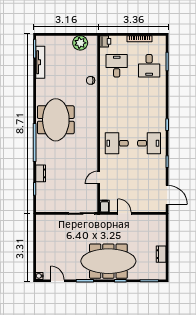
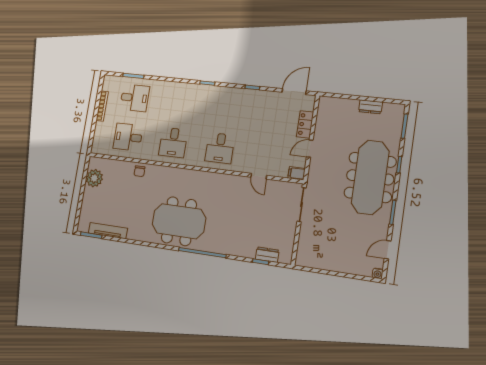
printer: (105, 41) -> (98, 148), removed
desk: (149, 143) -> (173, 142), moved, turned 180
dresser: (41, 173) -> (267, 255), moved
locker: (143, 207) -> (305, 124), added

